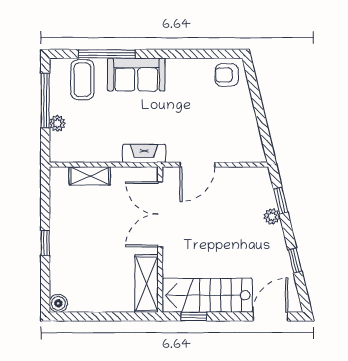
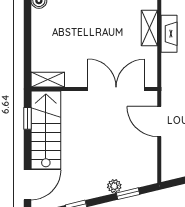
fireplace: (144, 153) -> (169, 34), moved
shelving: (146, 284) -> (48, 80), width x0.67, depth x0.75
door: (270, 316) -> (28, 185), hinge flipped

